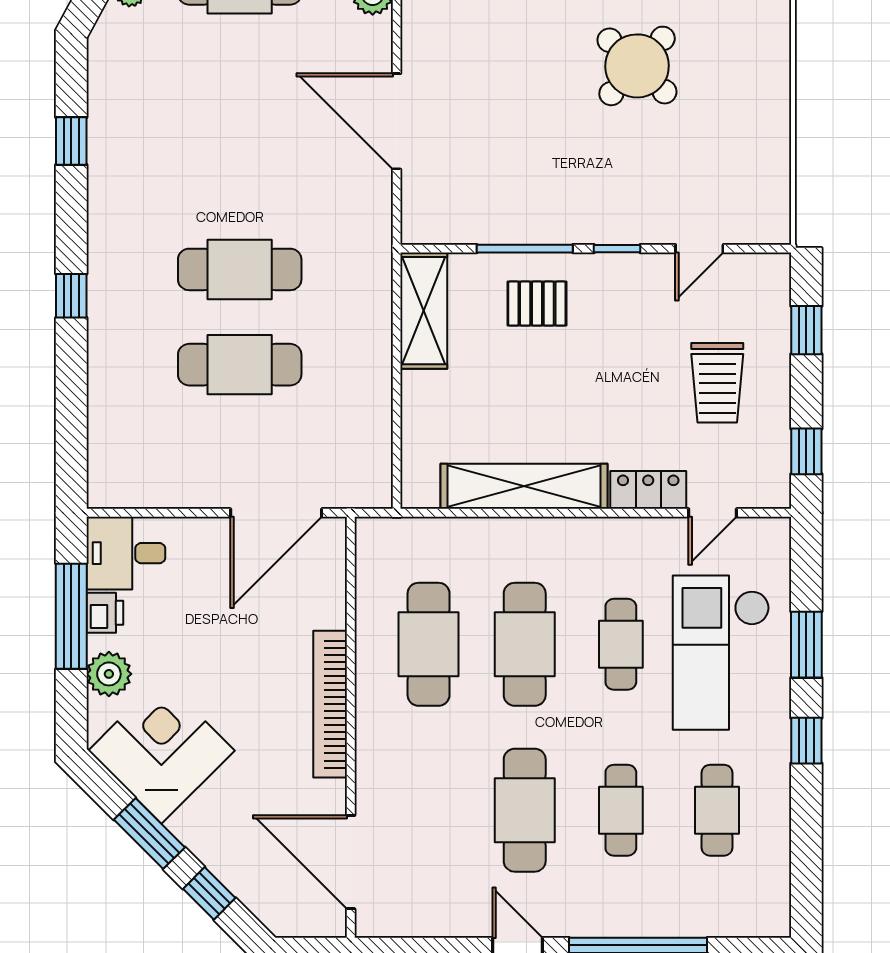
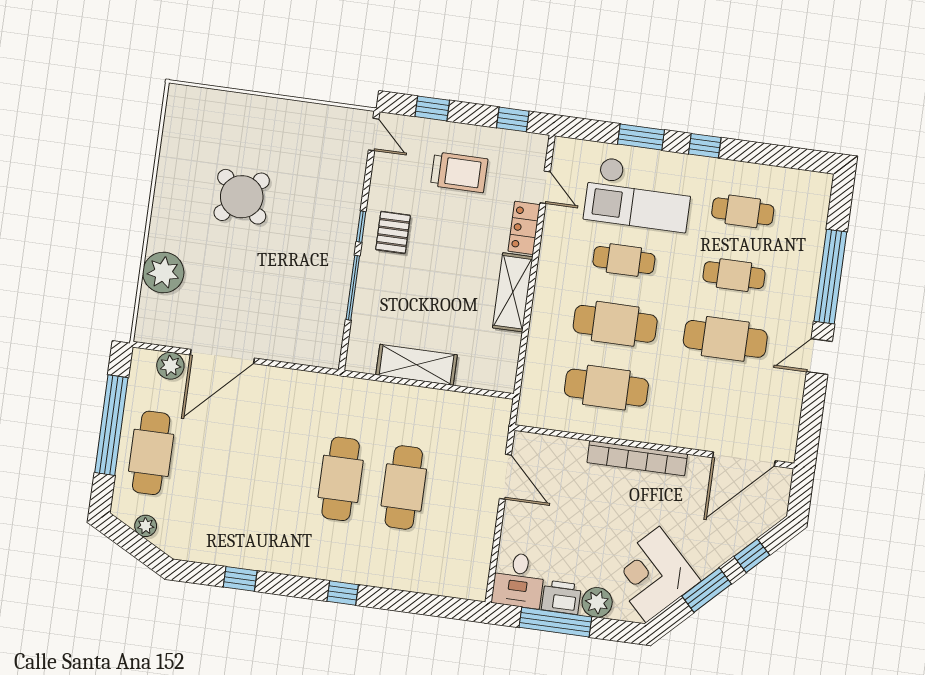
door: (397, 121) -> (222, 357), moved
door: (699, 249) -> (374, 135), moved
pallet: (537, 304) -> (393, 232), moved
shelving: (424, 311) -> (417, 365), moved
shelving: (524, 486) -> (513, 292), width x0.68
door: (276, 513) -> (505, 477), width x0.73
printer: (105, 613) -> (561, 597), width x1.36, depth x1.24

